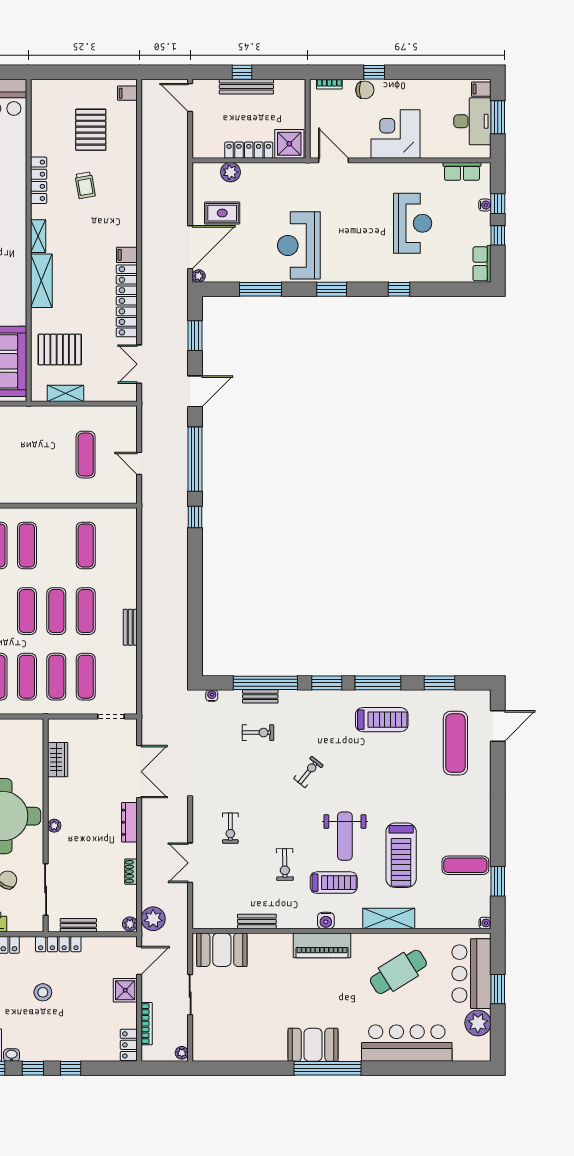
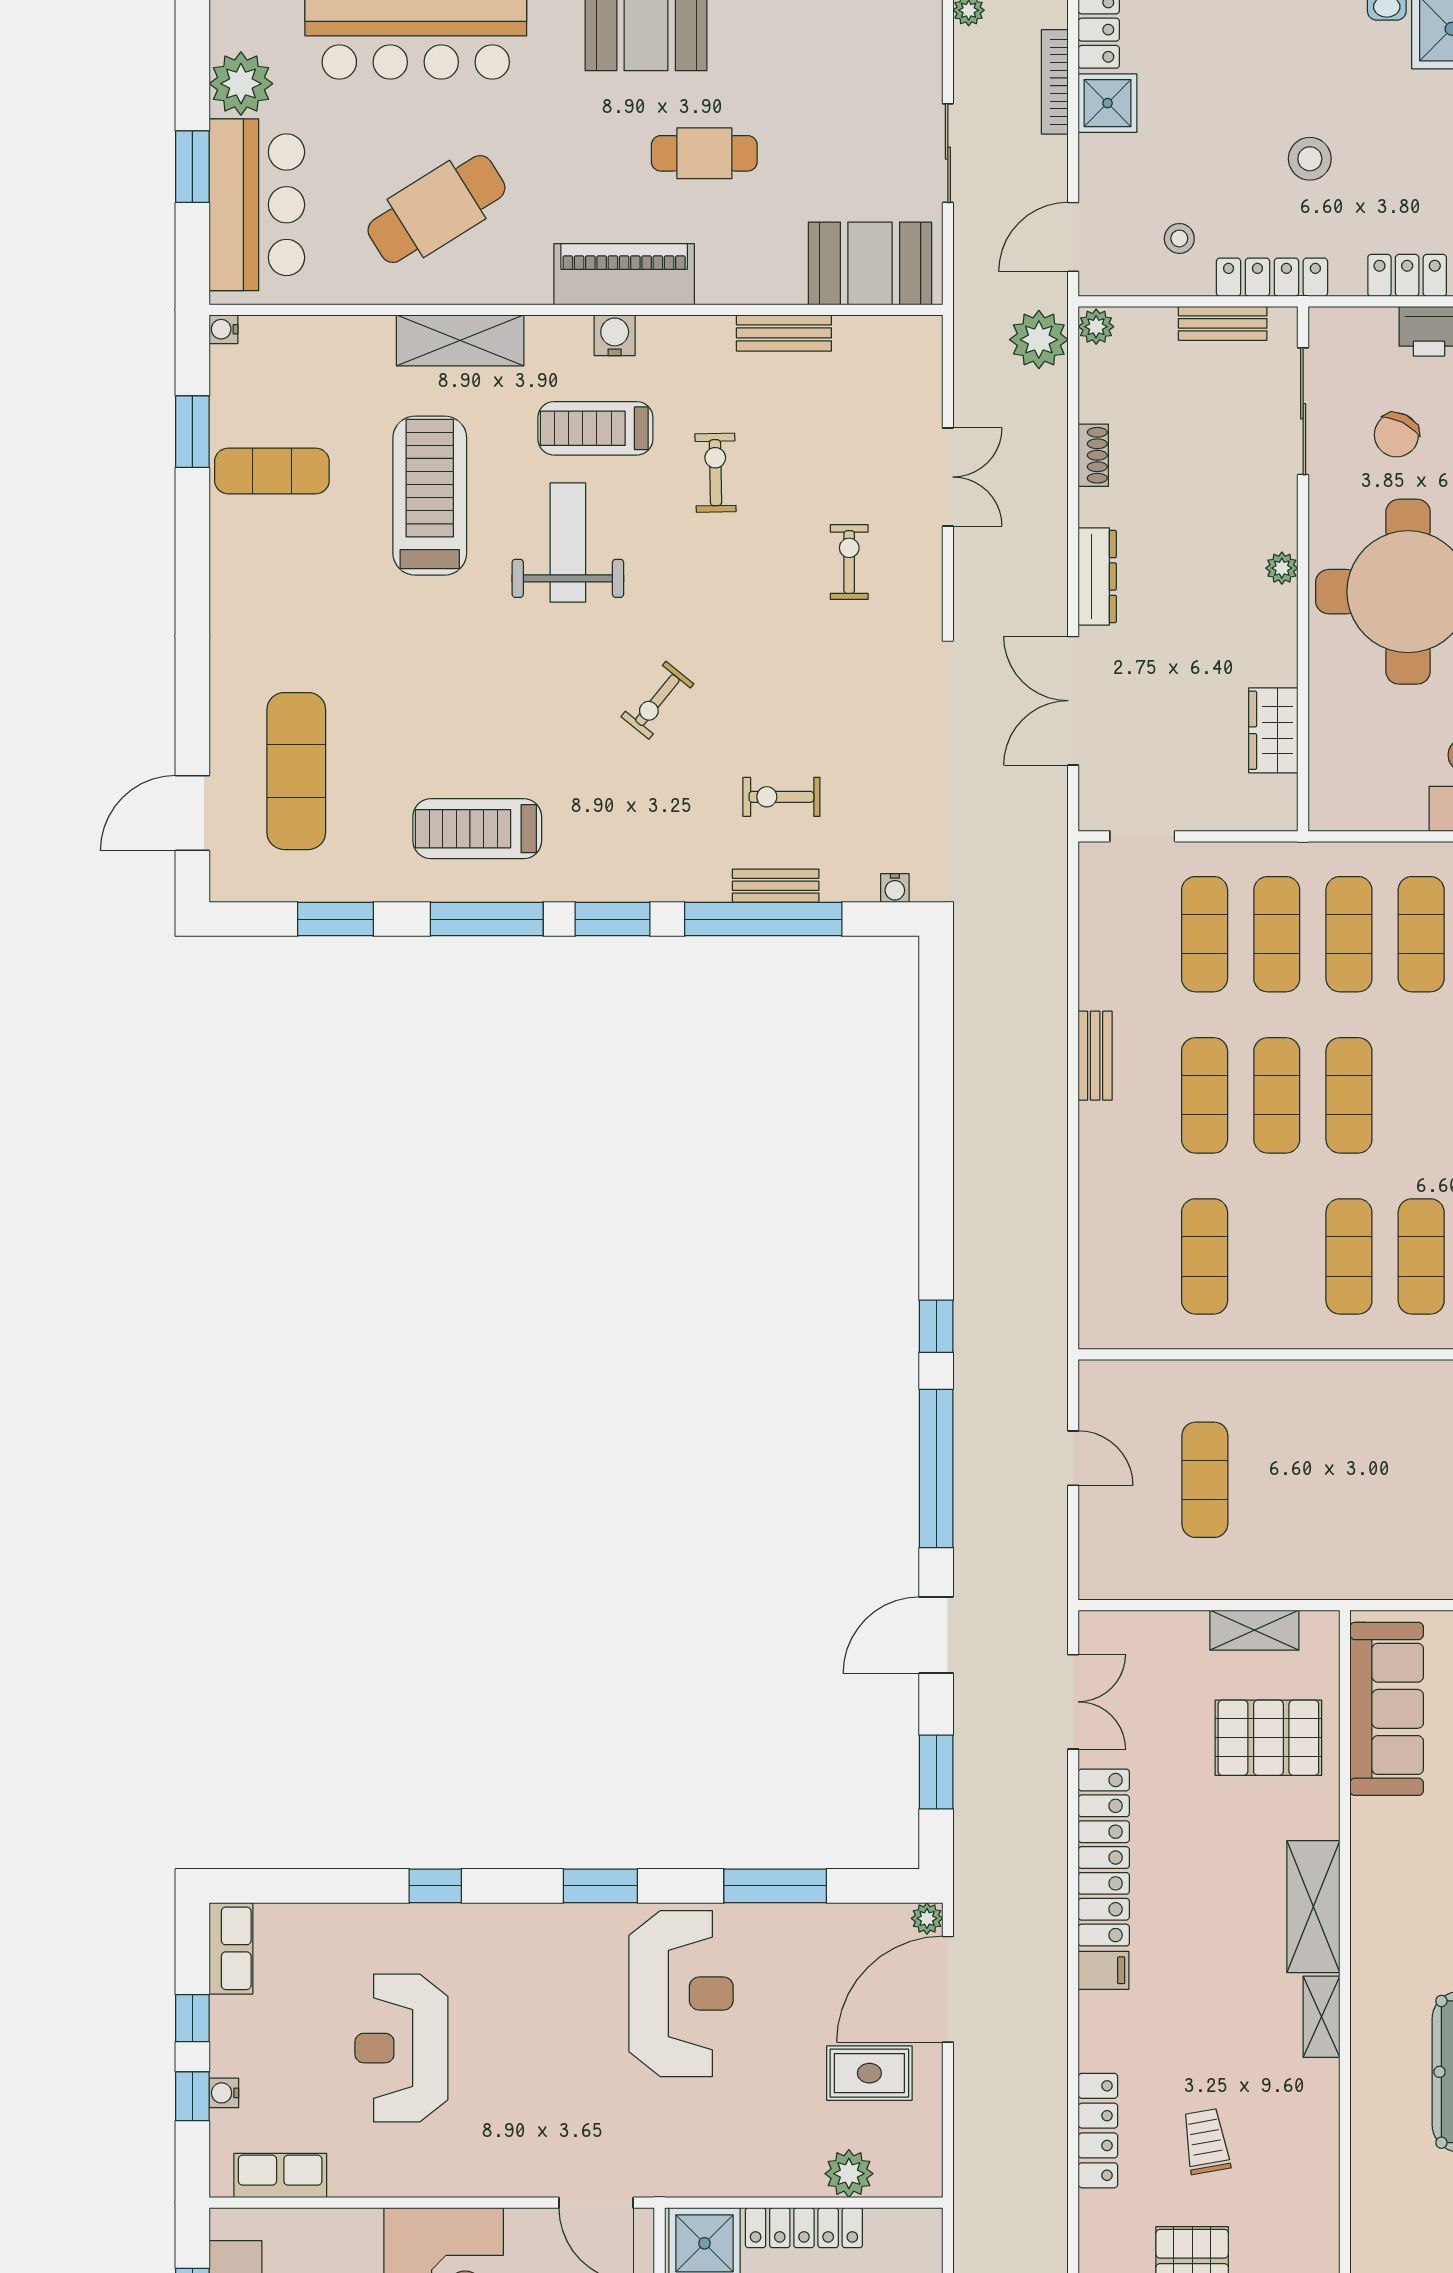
locker: (39, 180) -> (1098, 2131), moved, turned 180
stool: (96, 960) -> (1179, 238), added
shower: (125, 990) -> (1108, 103), moved
cafe table: (289, 995) -> (704, 153), added

